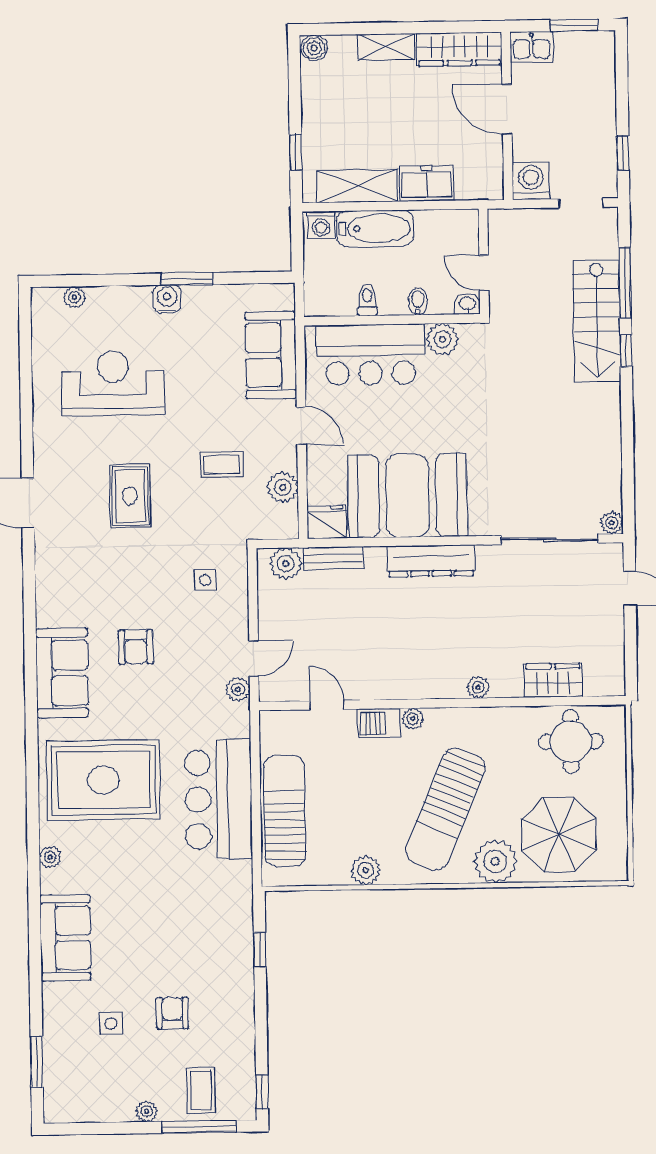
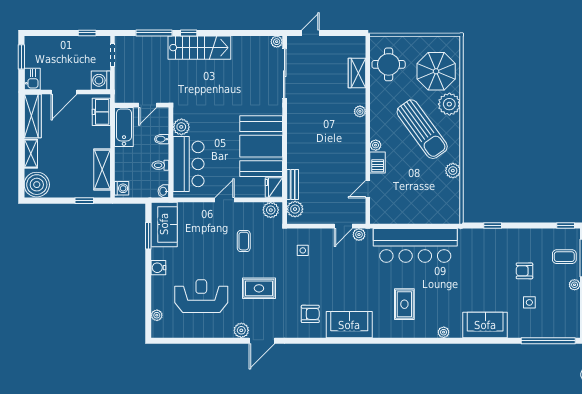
boiler: (314, 48) -> (37, 185), width x1.86, depth x1.86
freezer: (427, 184) -> (101, 112), moved
bathtub: (375, 229) -> (124, 127), moved
window: (187, 279) -> (148, 236), moved
washbasin: (467, 304) -> (163, 191), moved
stairs: (597, 321) -> (199, 48), moved
sofa: (271, 355) -> (164, 224), moved, turned -90
reception desk: (113, 383) -> (201, 296), turned 90
plant: (48, 463) -> (241, 330), added
plant: (283, 487) -> (271, 210), moved
dresser: (431, 561) -> (295, 135), removed
armchair: (136, 647) -> (310, 314), moved
door: (254, 658) -> (343, 226), swing flipped
rug: (104, 780) -> (404, 304), width x0.54, depth x0.49
bar counter: (218, 799) -> (415, 245), width x1.36
sun lounger: (445, 809) -> (422, 129), turned 31
sun lounger: (285, 811) -> (422, 212), removed
window: (37, 1062) -> (548, 341), width x2.11

